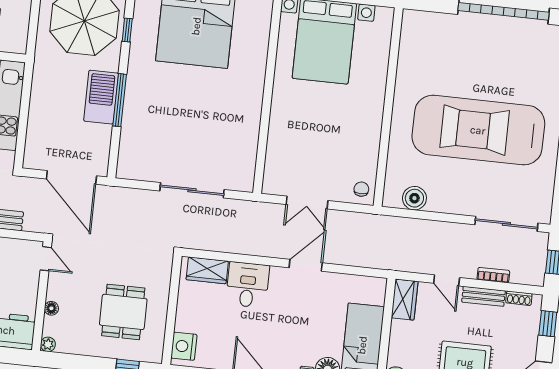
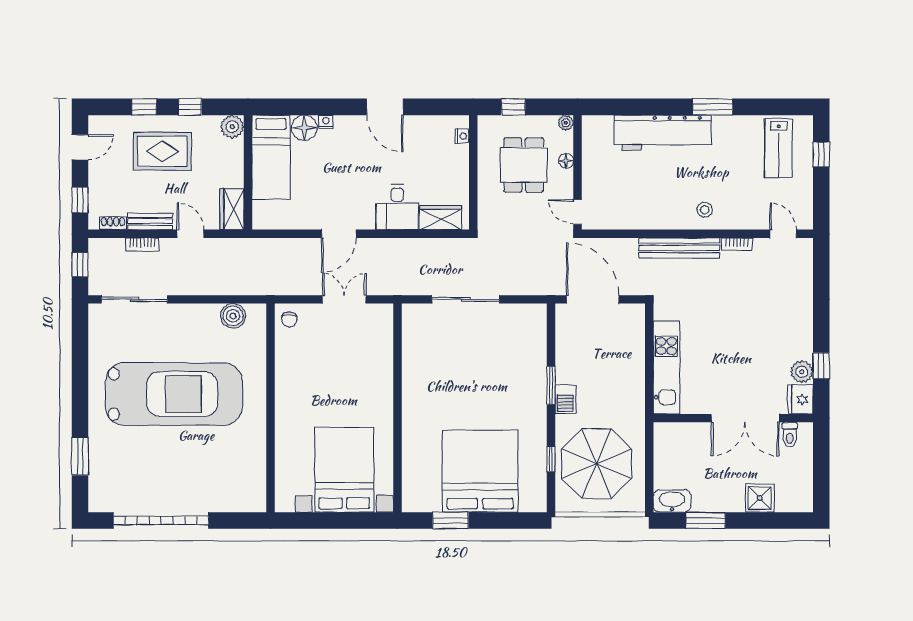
barbecue: (101, 97) -> (565, 399), width x0.53, depth x0.65
window: (120, 100) -> (551, 385), width x0.69
door: (46, 259) -> (578, 212), moved
wall: (42, 296) -> (578, 172), moved
floor lamp: (51, 308) -> (566, 161), moved
plant: (48, 344) -> (566, 123), moved
nightstand: (184, 346) -> (462, 136), width x0.53, depth x0.56

